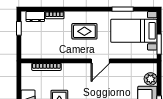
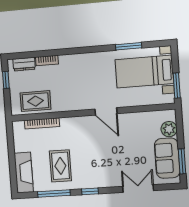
rug: (84, 31) -> (36, 101), moved
door: (100, 61) -> (106, 111), hinge flipped

